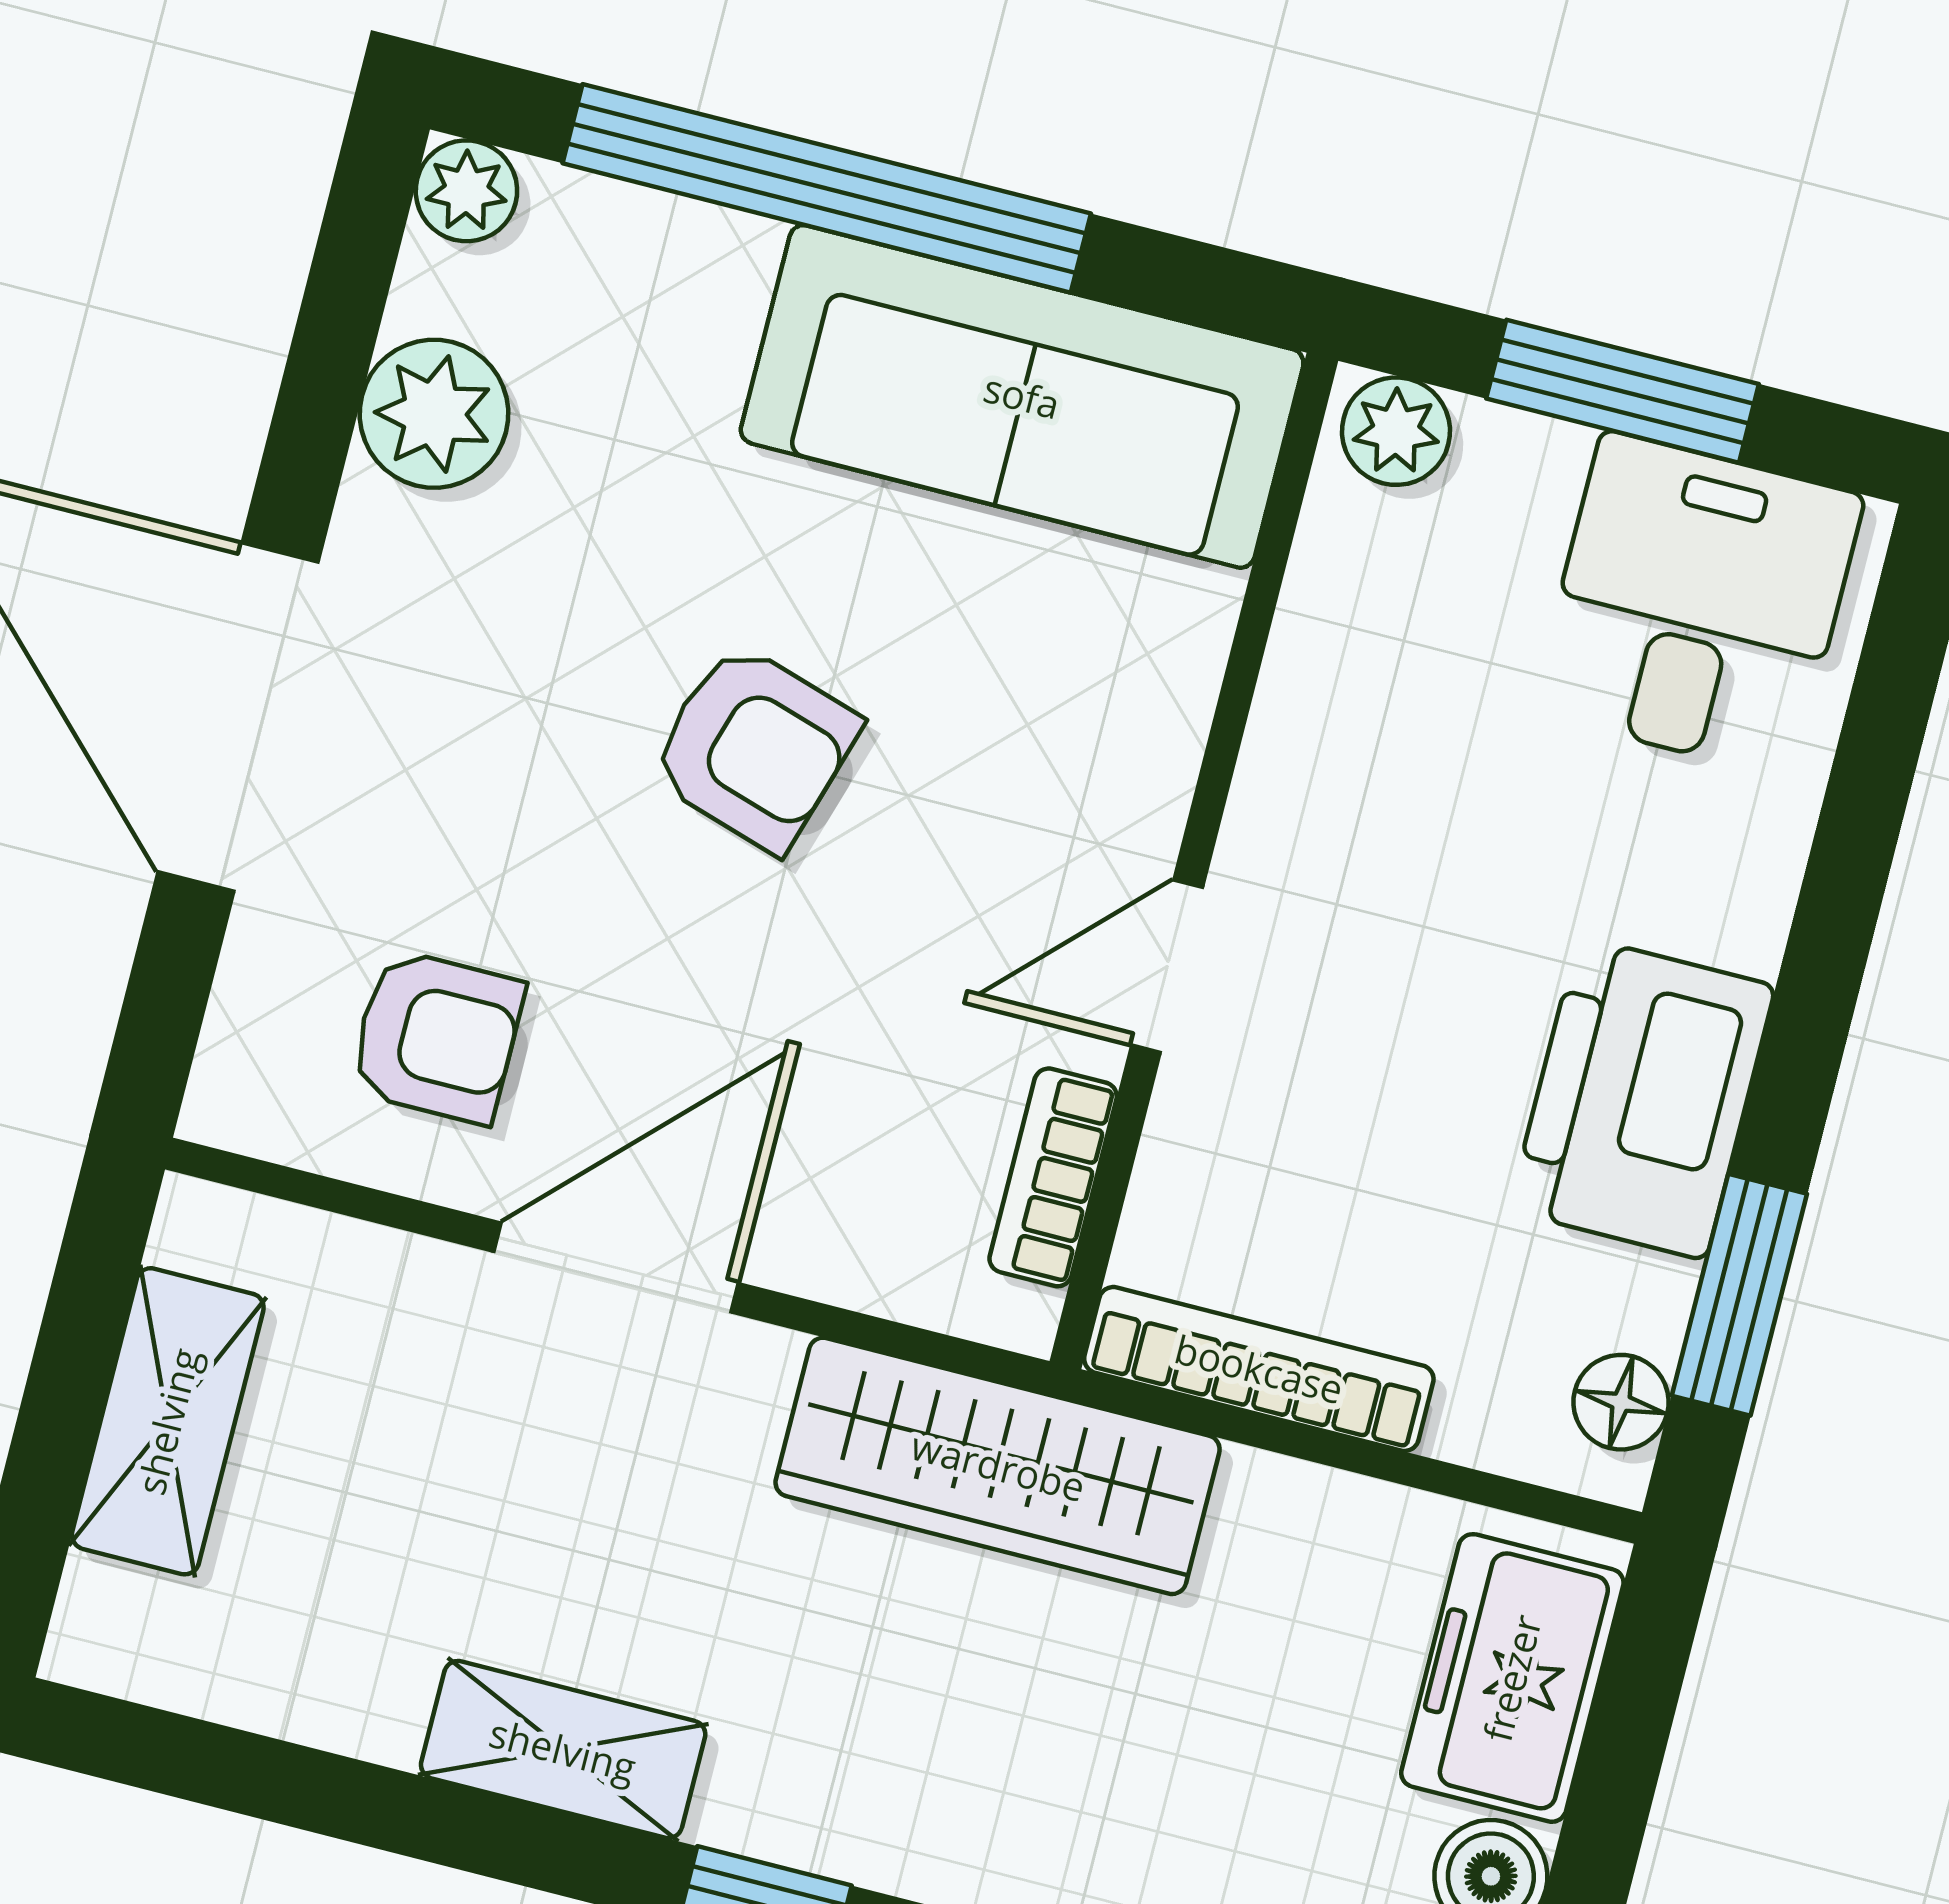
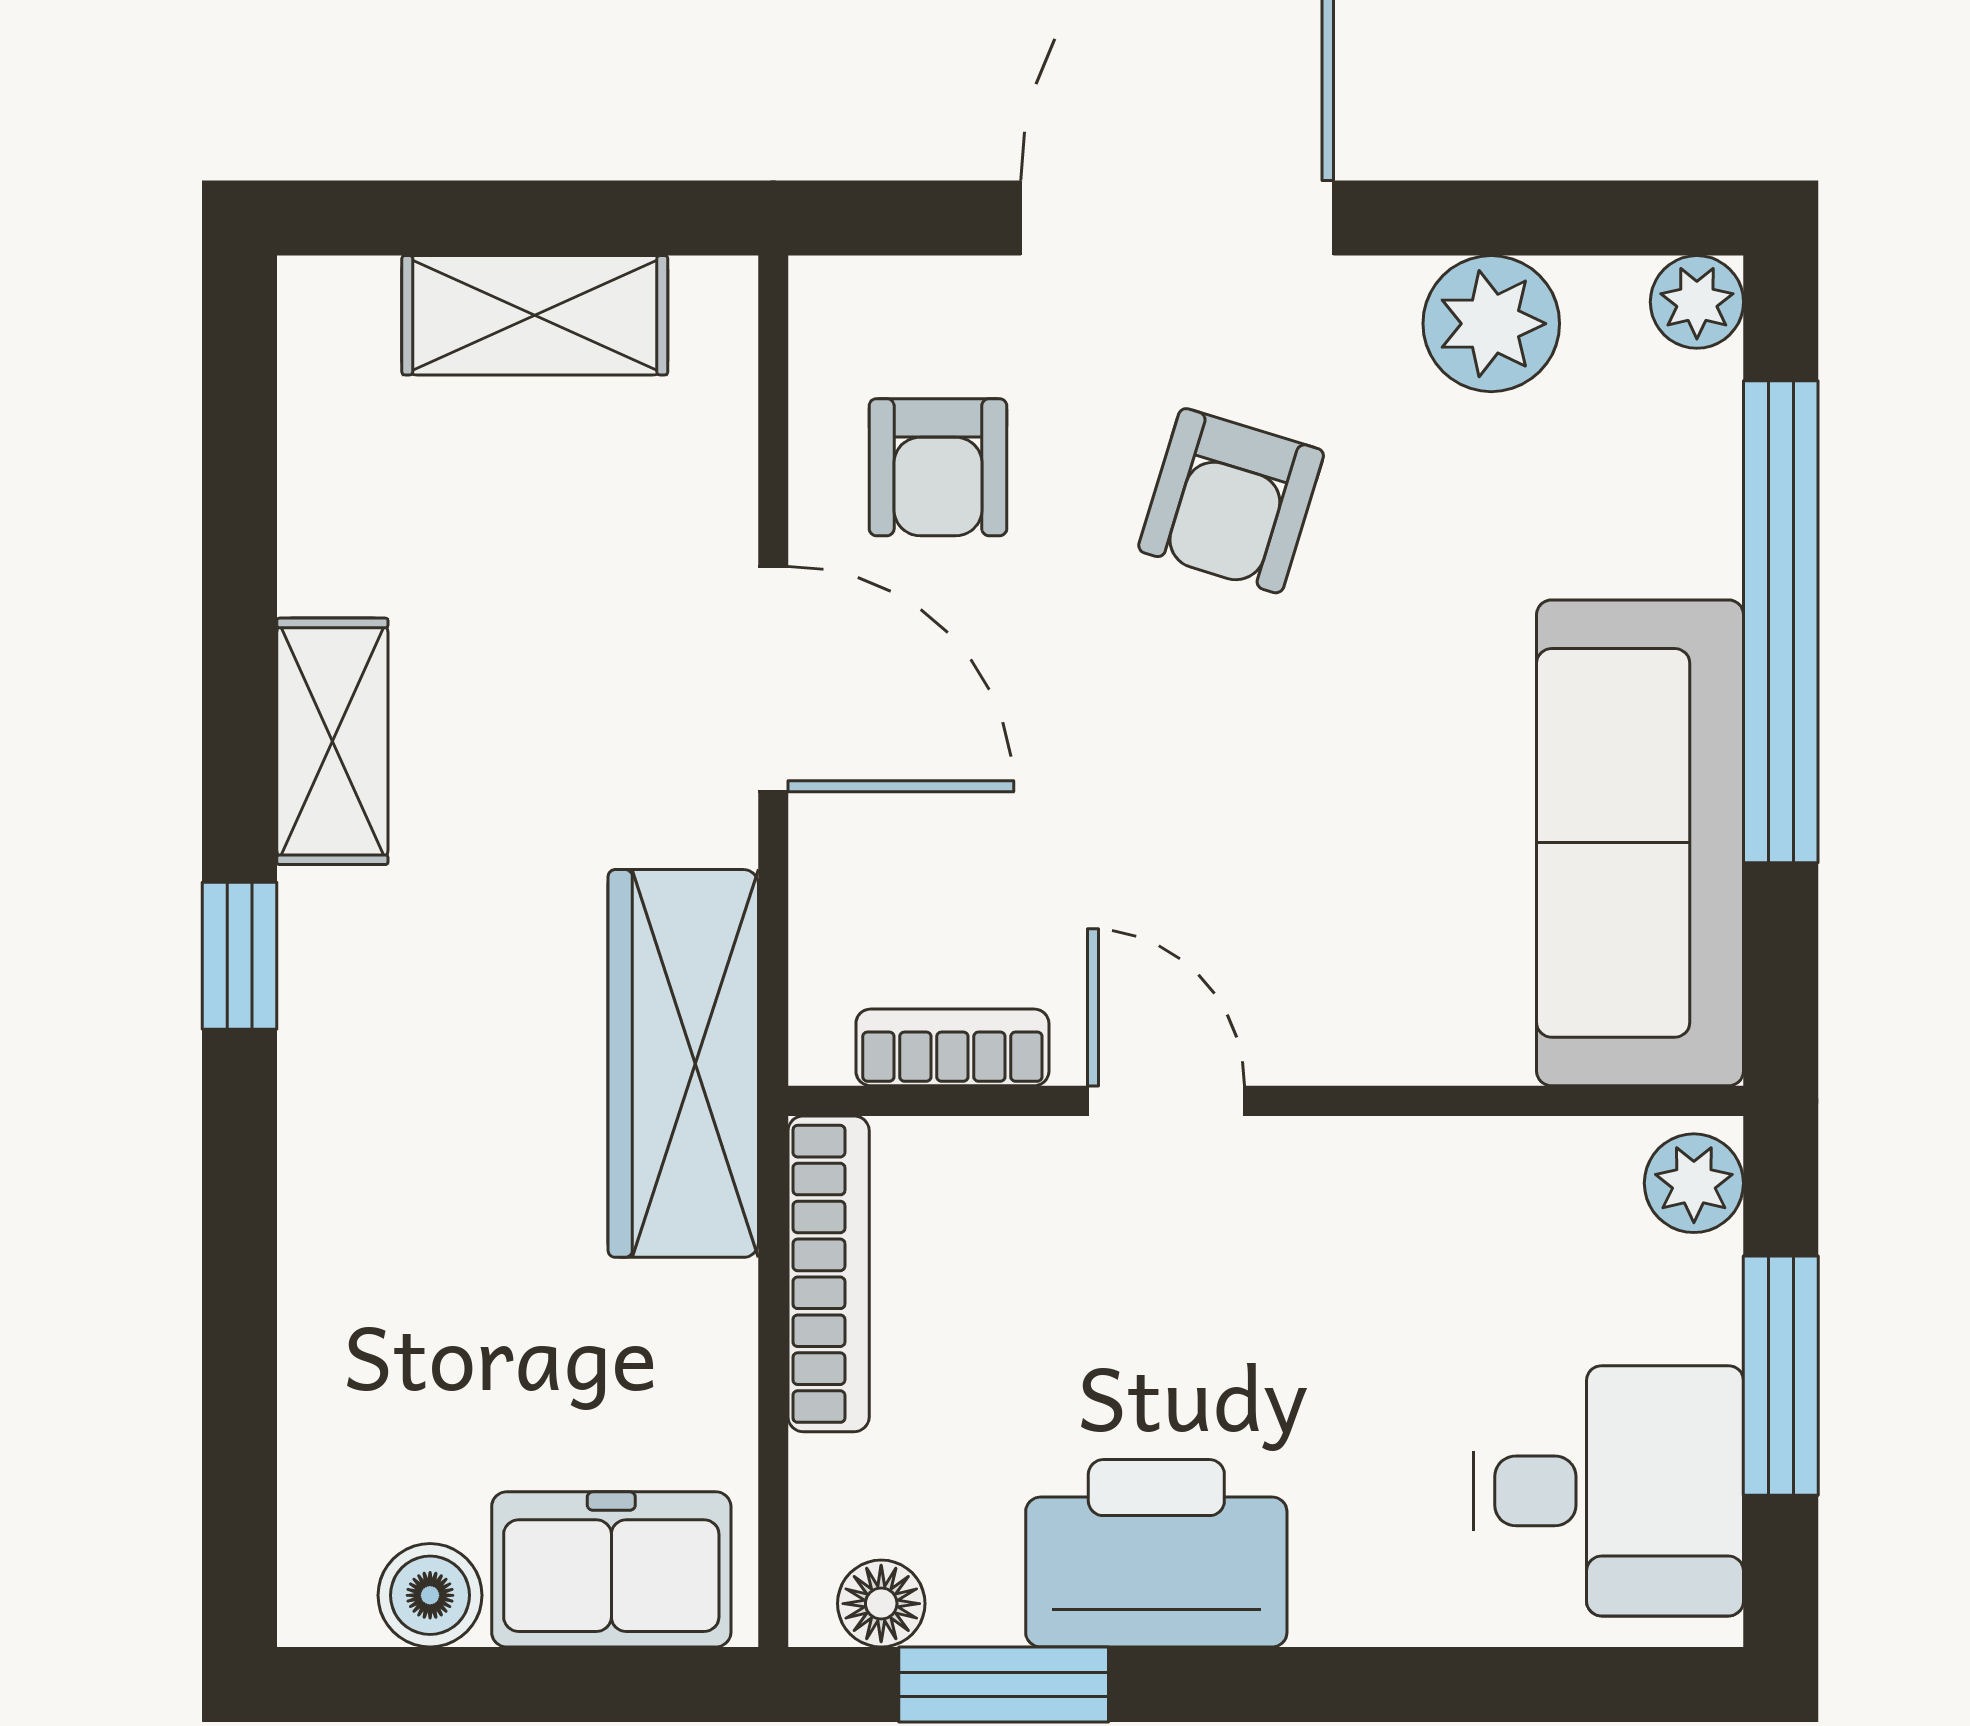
armchair: (755, 747) -> (1231, 501), moved

